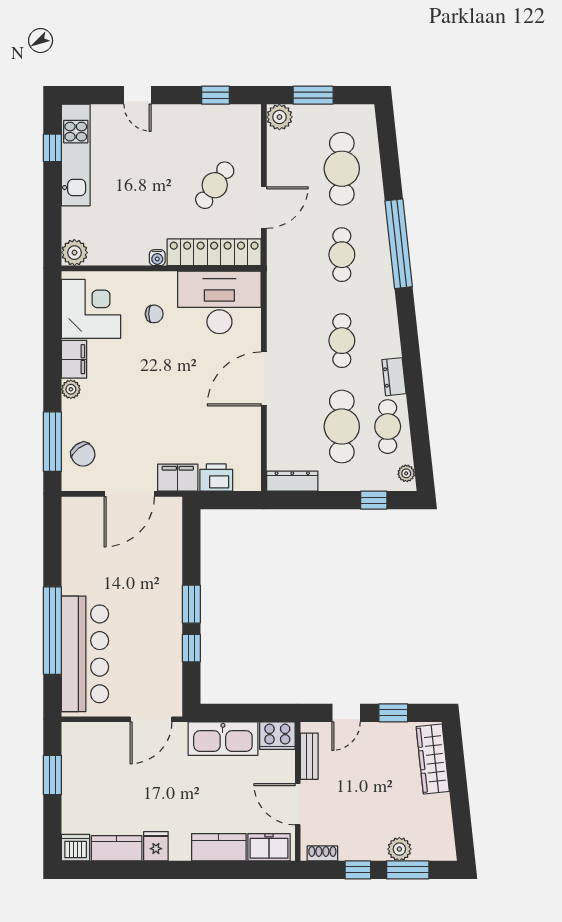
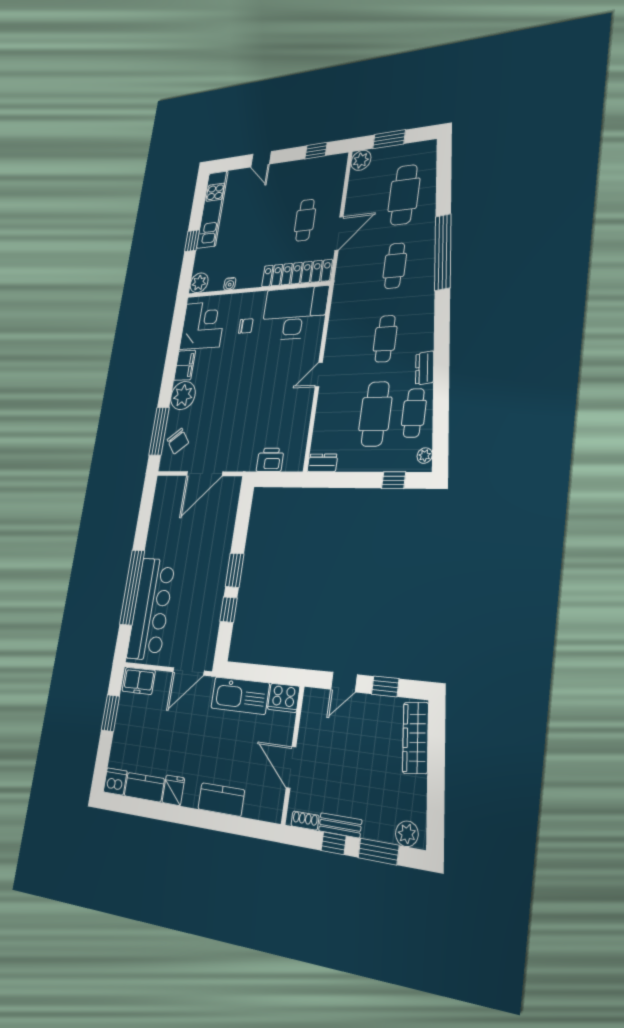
window: (52, 148) -> (192, 241), moved
cafe table: (215, 185) -> (305, 220), turned -35
water cooler: (157, 258) -> (230, 284), moved
door: (264, 379) -> (319, 375), width x0.53
plant: (71, 389) -> (183, 396), width x1.87, depth x1.87
filing cabinet: (178, 478) -> (242, 460), removed
dresser: (292, 481) -> (322, 463), width x0.70
bench: (309, 756) -> (340, 825), moved, turned 90
freezer: (269, 847) -> (139, 681), moved, turned 180
plant: (399, 849) -> (407, 834), moved

